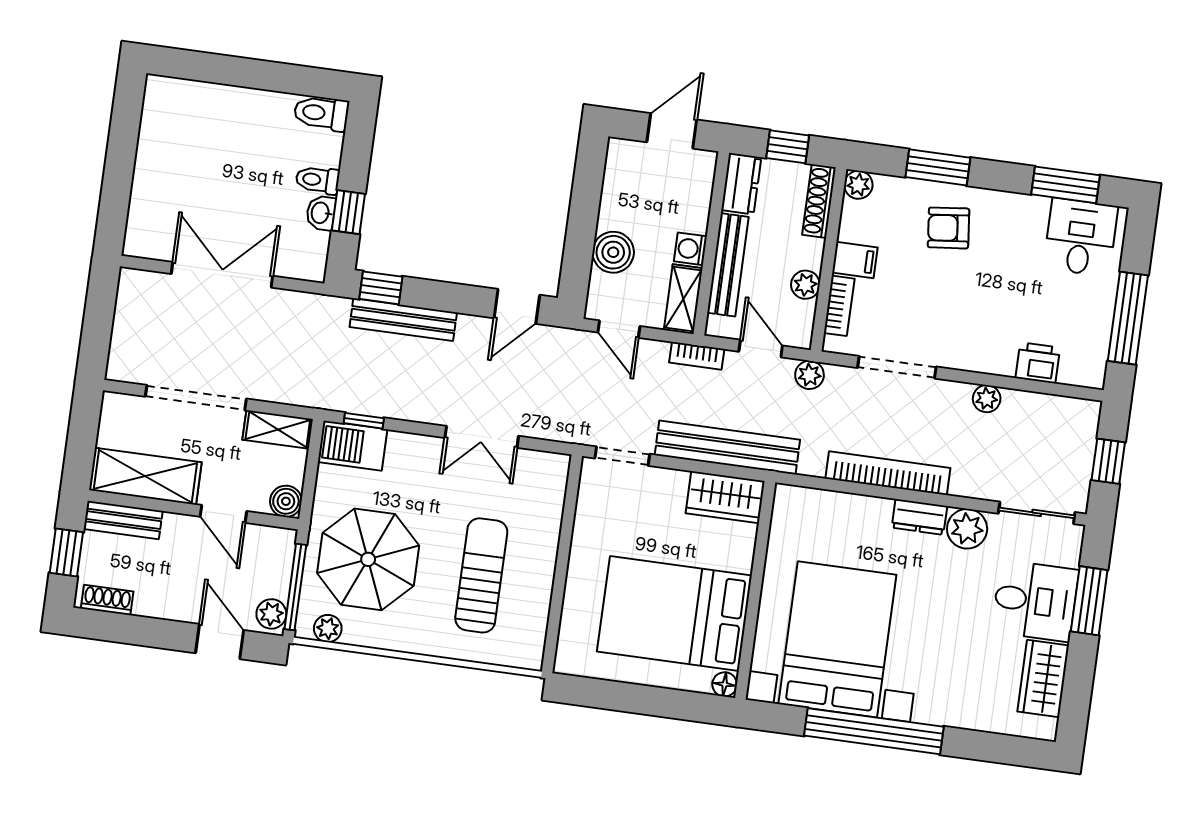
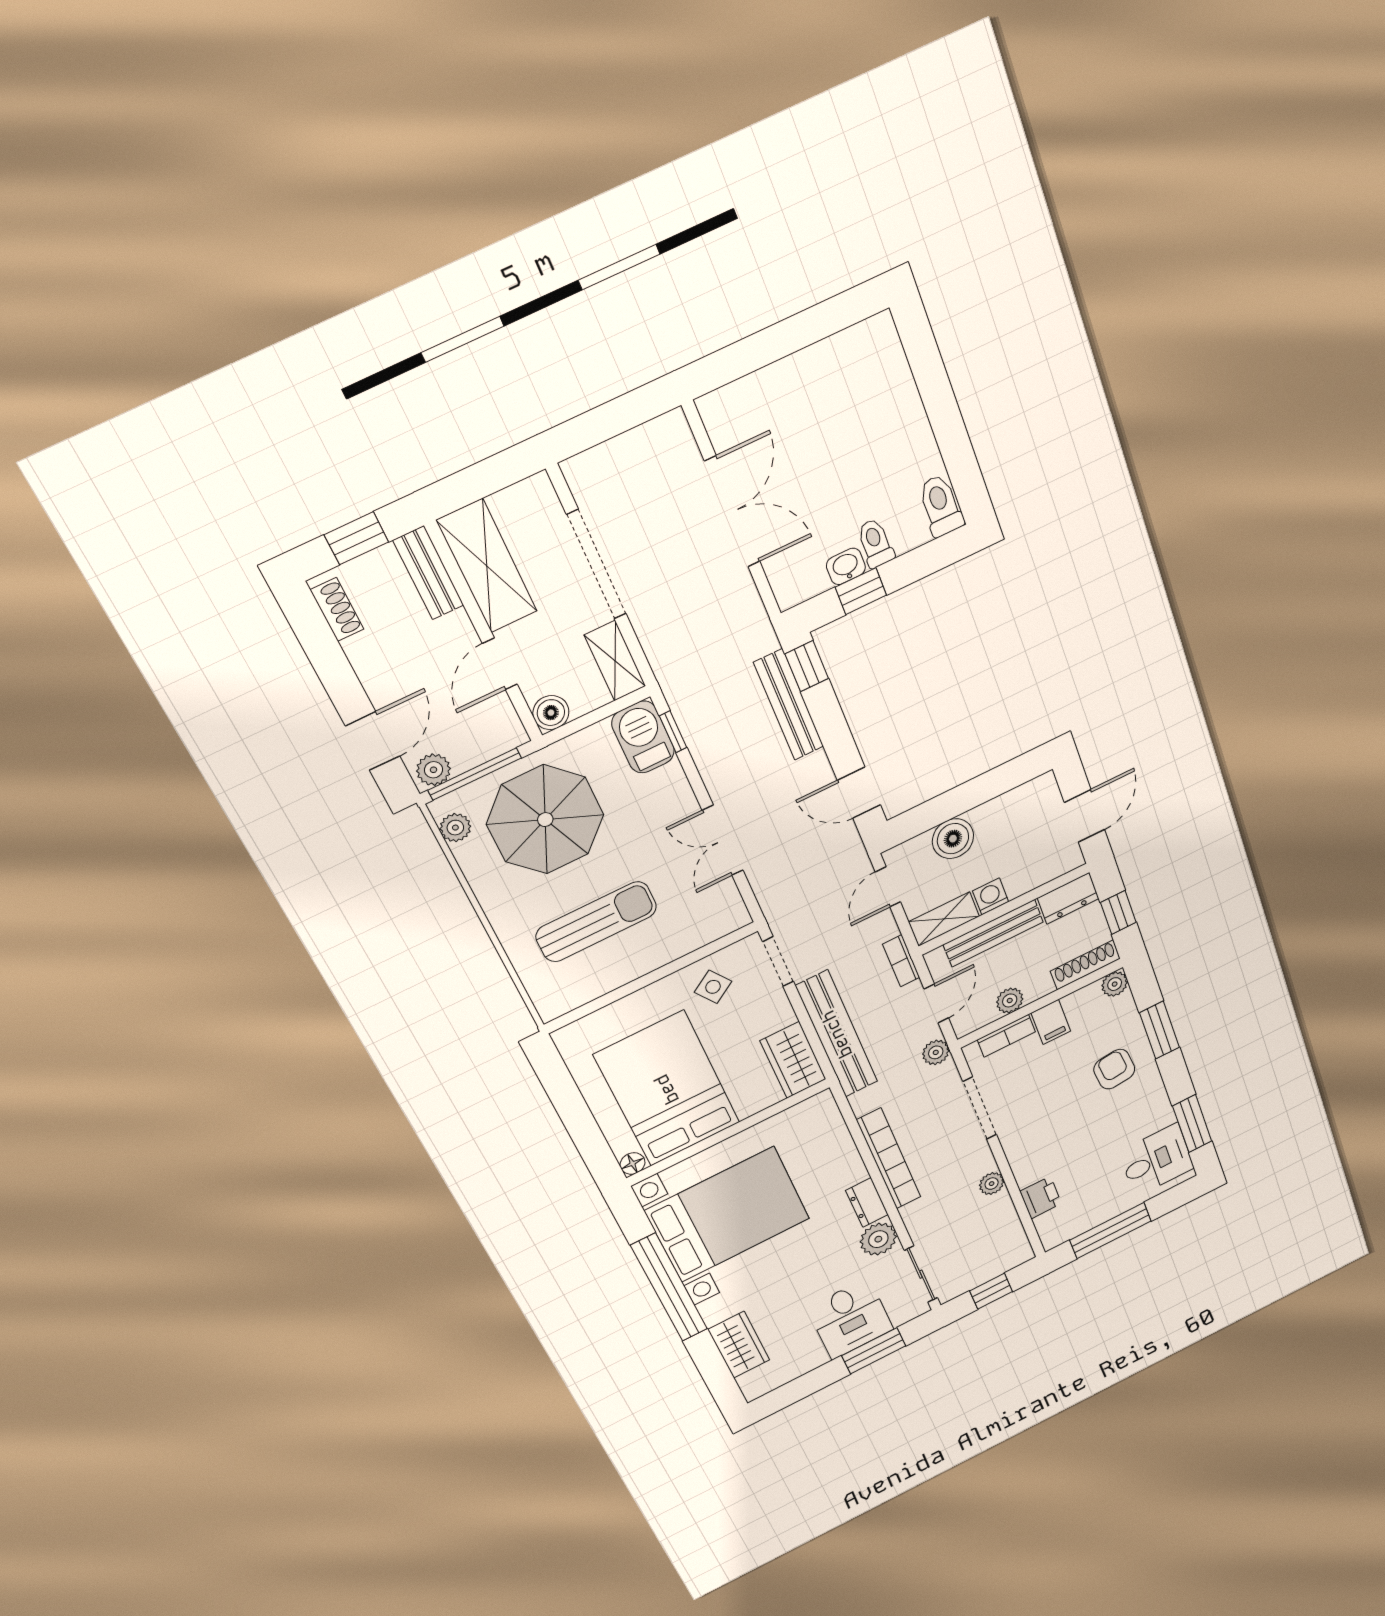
door: (672, 131) -> (1085, 816), hinge flipped
side table: (607, 521) -> (713, 987), added
wardrobe: (1043, 679) -> (739, 1345), moved, turned 90

